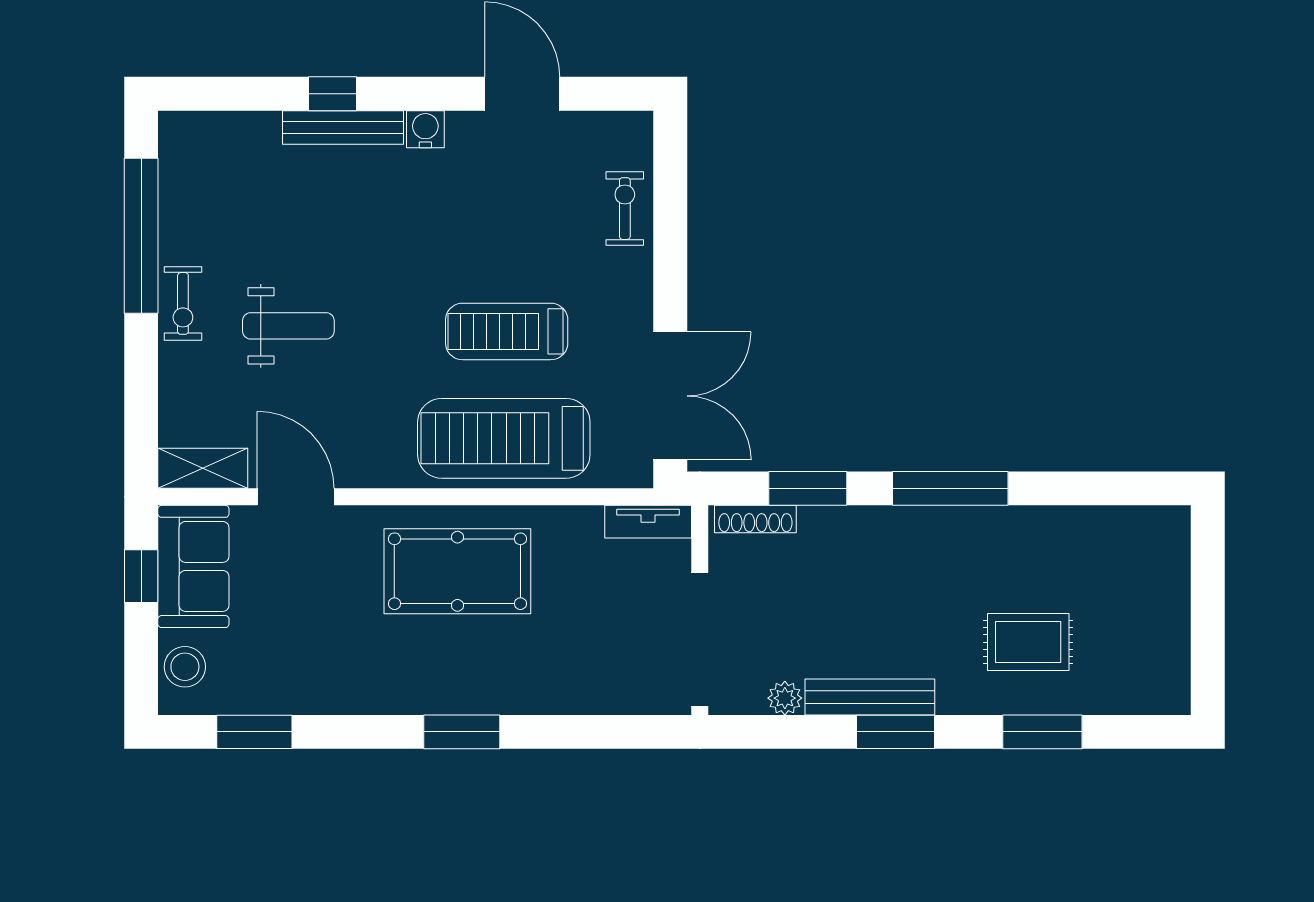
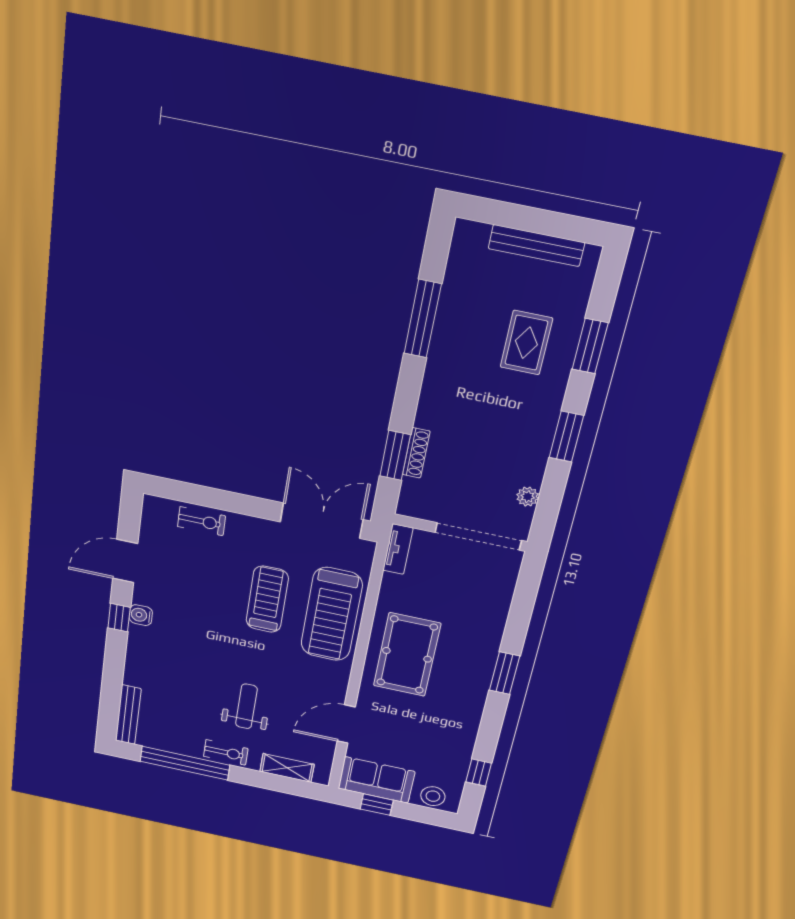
window: (333, 94) -> (119, 618), moved
bench: (343, 127) -> (128, 715), moved
exercise bike: (625, 209) -> (202, 521), turned 180
treadmill: (507, 331) -> (267, 599), turned 180
shelving: (203, 468) -> (287, 768), moved, turned 90
window: (950, 488) -> (423, 319), moved
shoe rack: (755, 519) -> (416, 453), moved
bench: (870, 697) -> (536, 246), moved, turned 90
window: (254, 732) -> (479, 773), width x0.67

